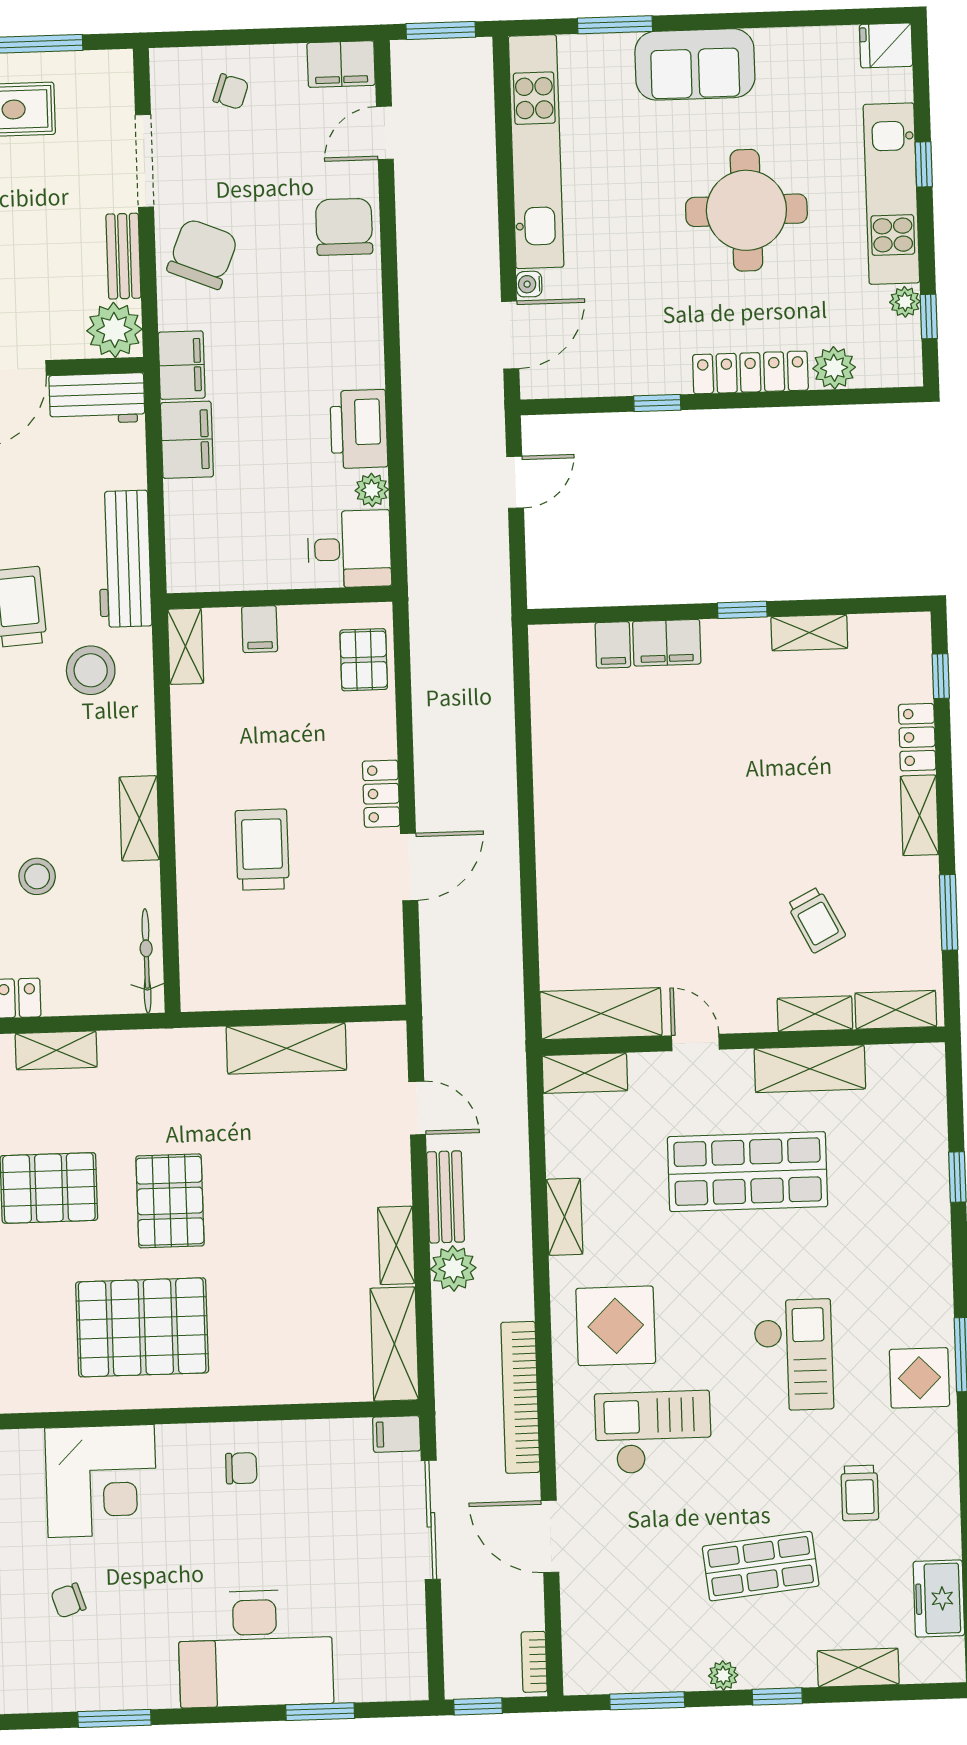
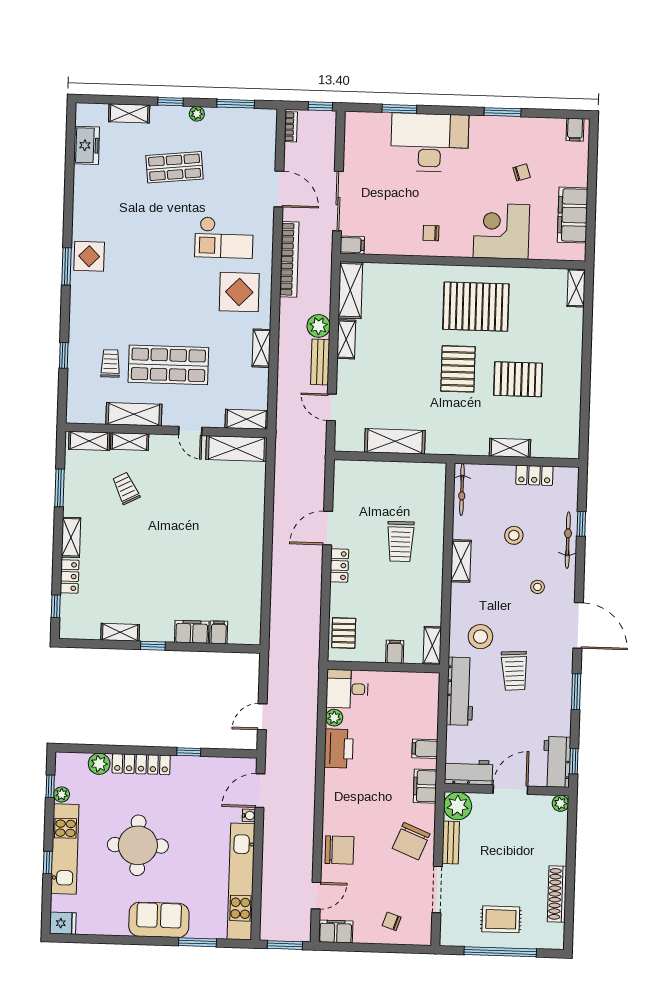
chair: (344, 227) -> (339, 850), turned -90
filing cabinet: (187, 440) -> (425, 749), width x0.50
checkout: (793, 1355) -> (151, 272), removed
trolley: (860, 1493) -> (110, 363), moved

